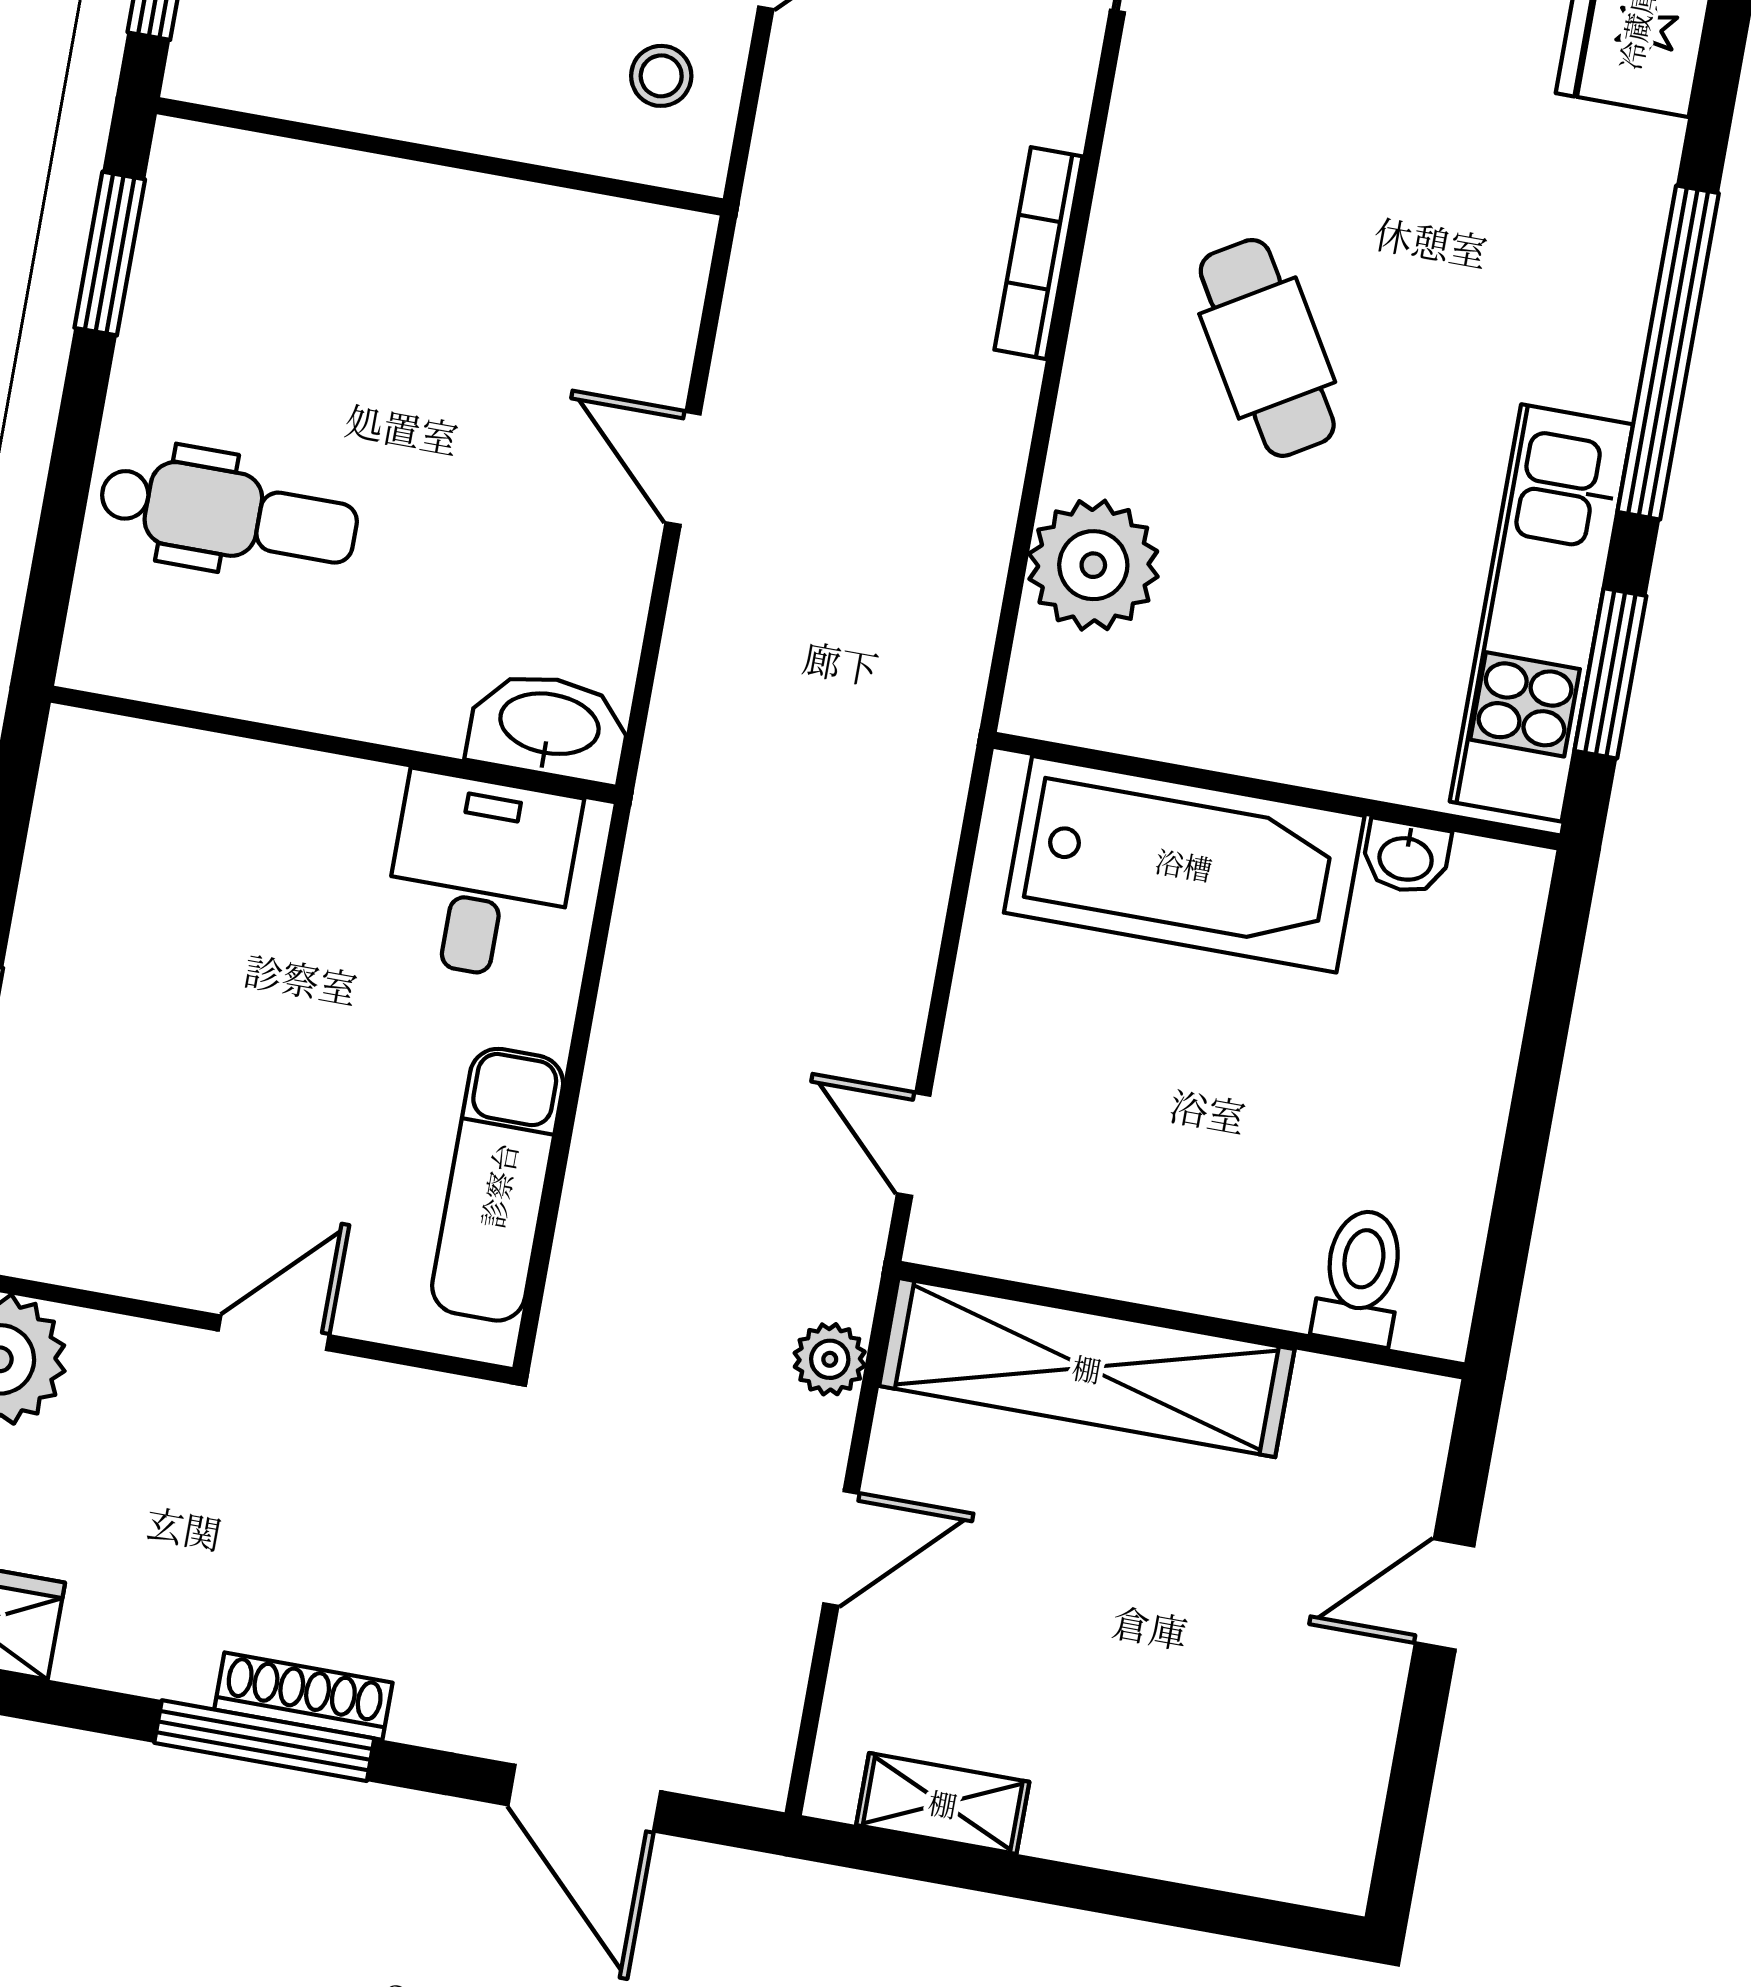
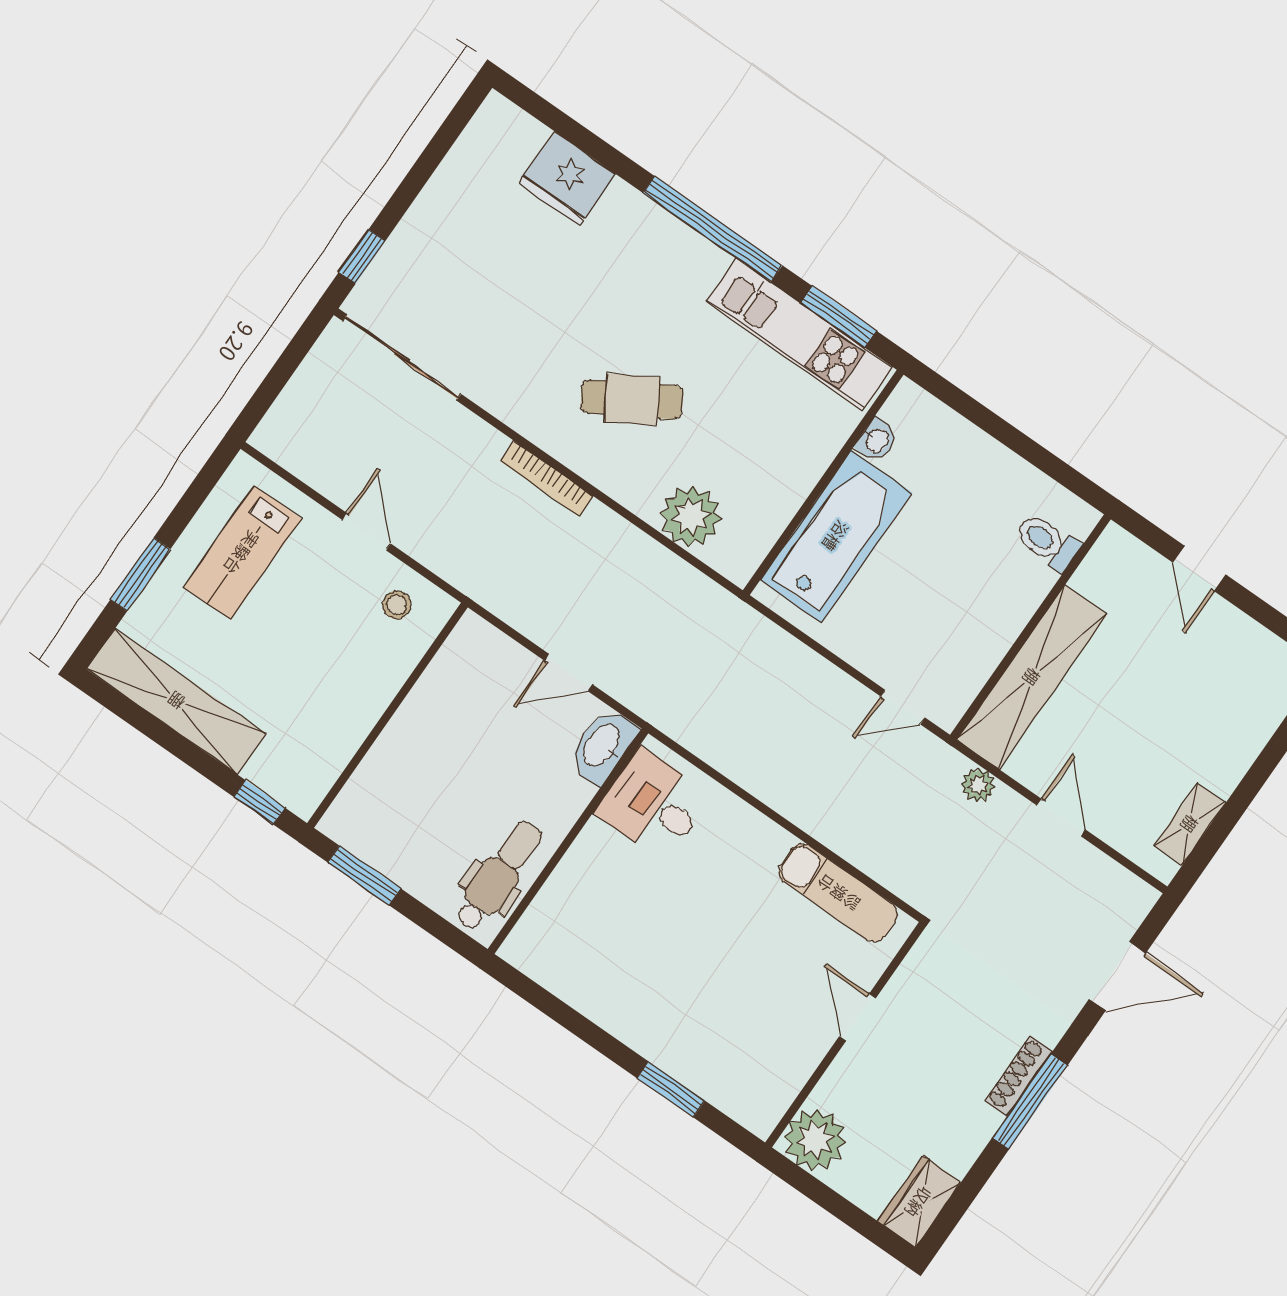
washbasin: (549, 727) -> (602, 746), moved
wall: (334, 745) -> (568, 841), moved
desk: (481, 877) -> (653, 804), moved

